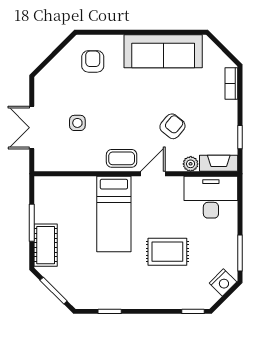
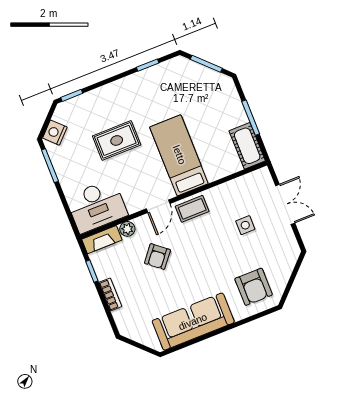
armchair: (93, 61) -> (254, 287), width x1.38, depth x1.38
bookcase: (231, 84) -> (110, 294), moved
cot: (46, 245) -> (247, 146), moved

